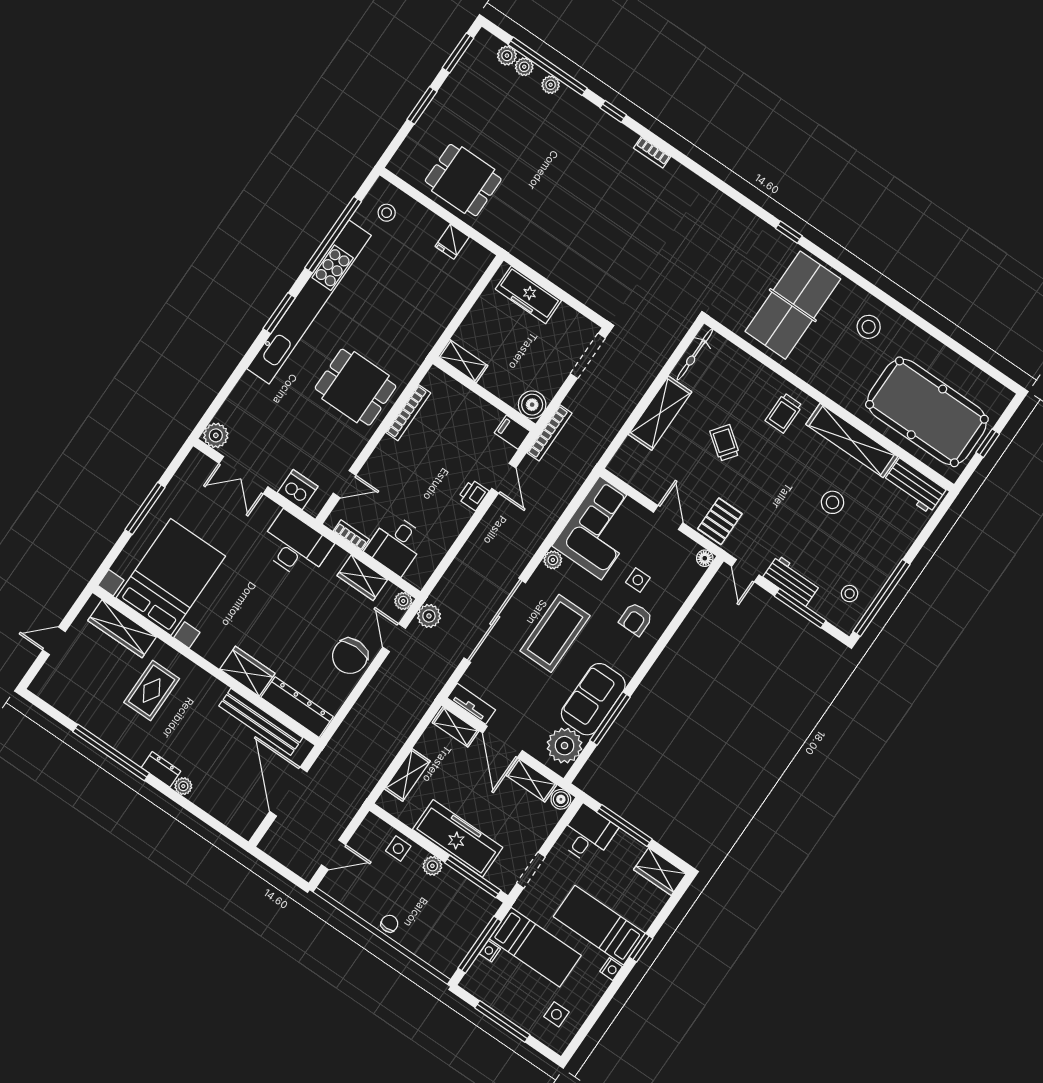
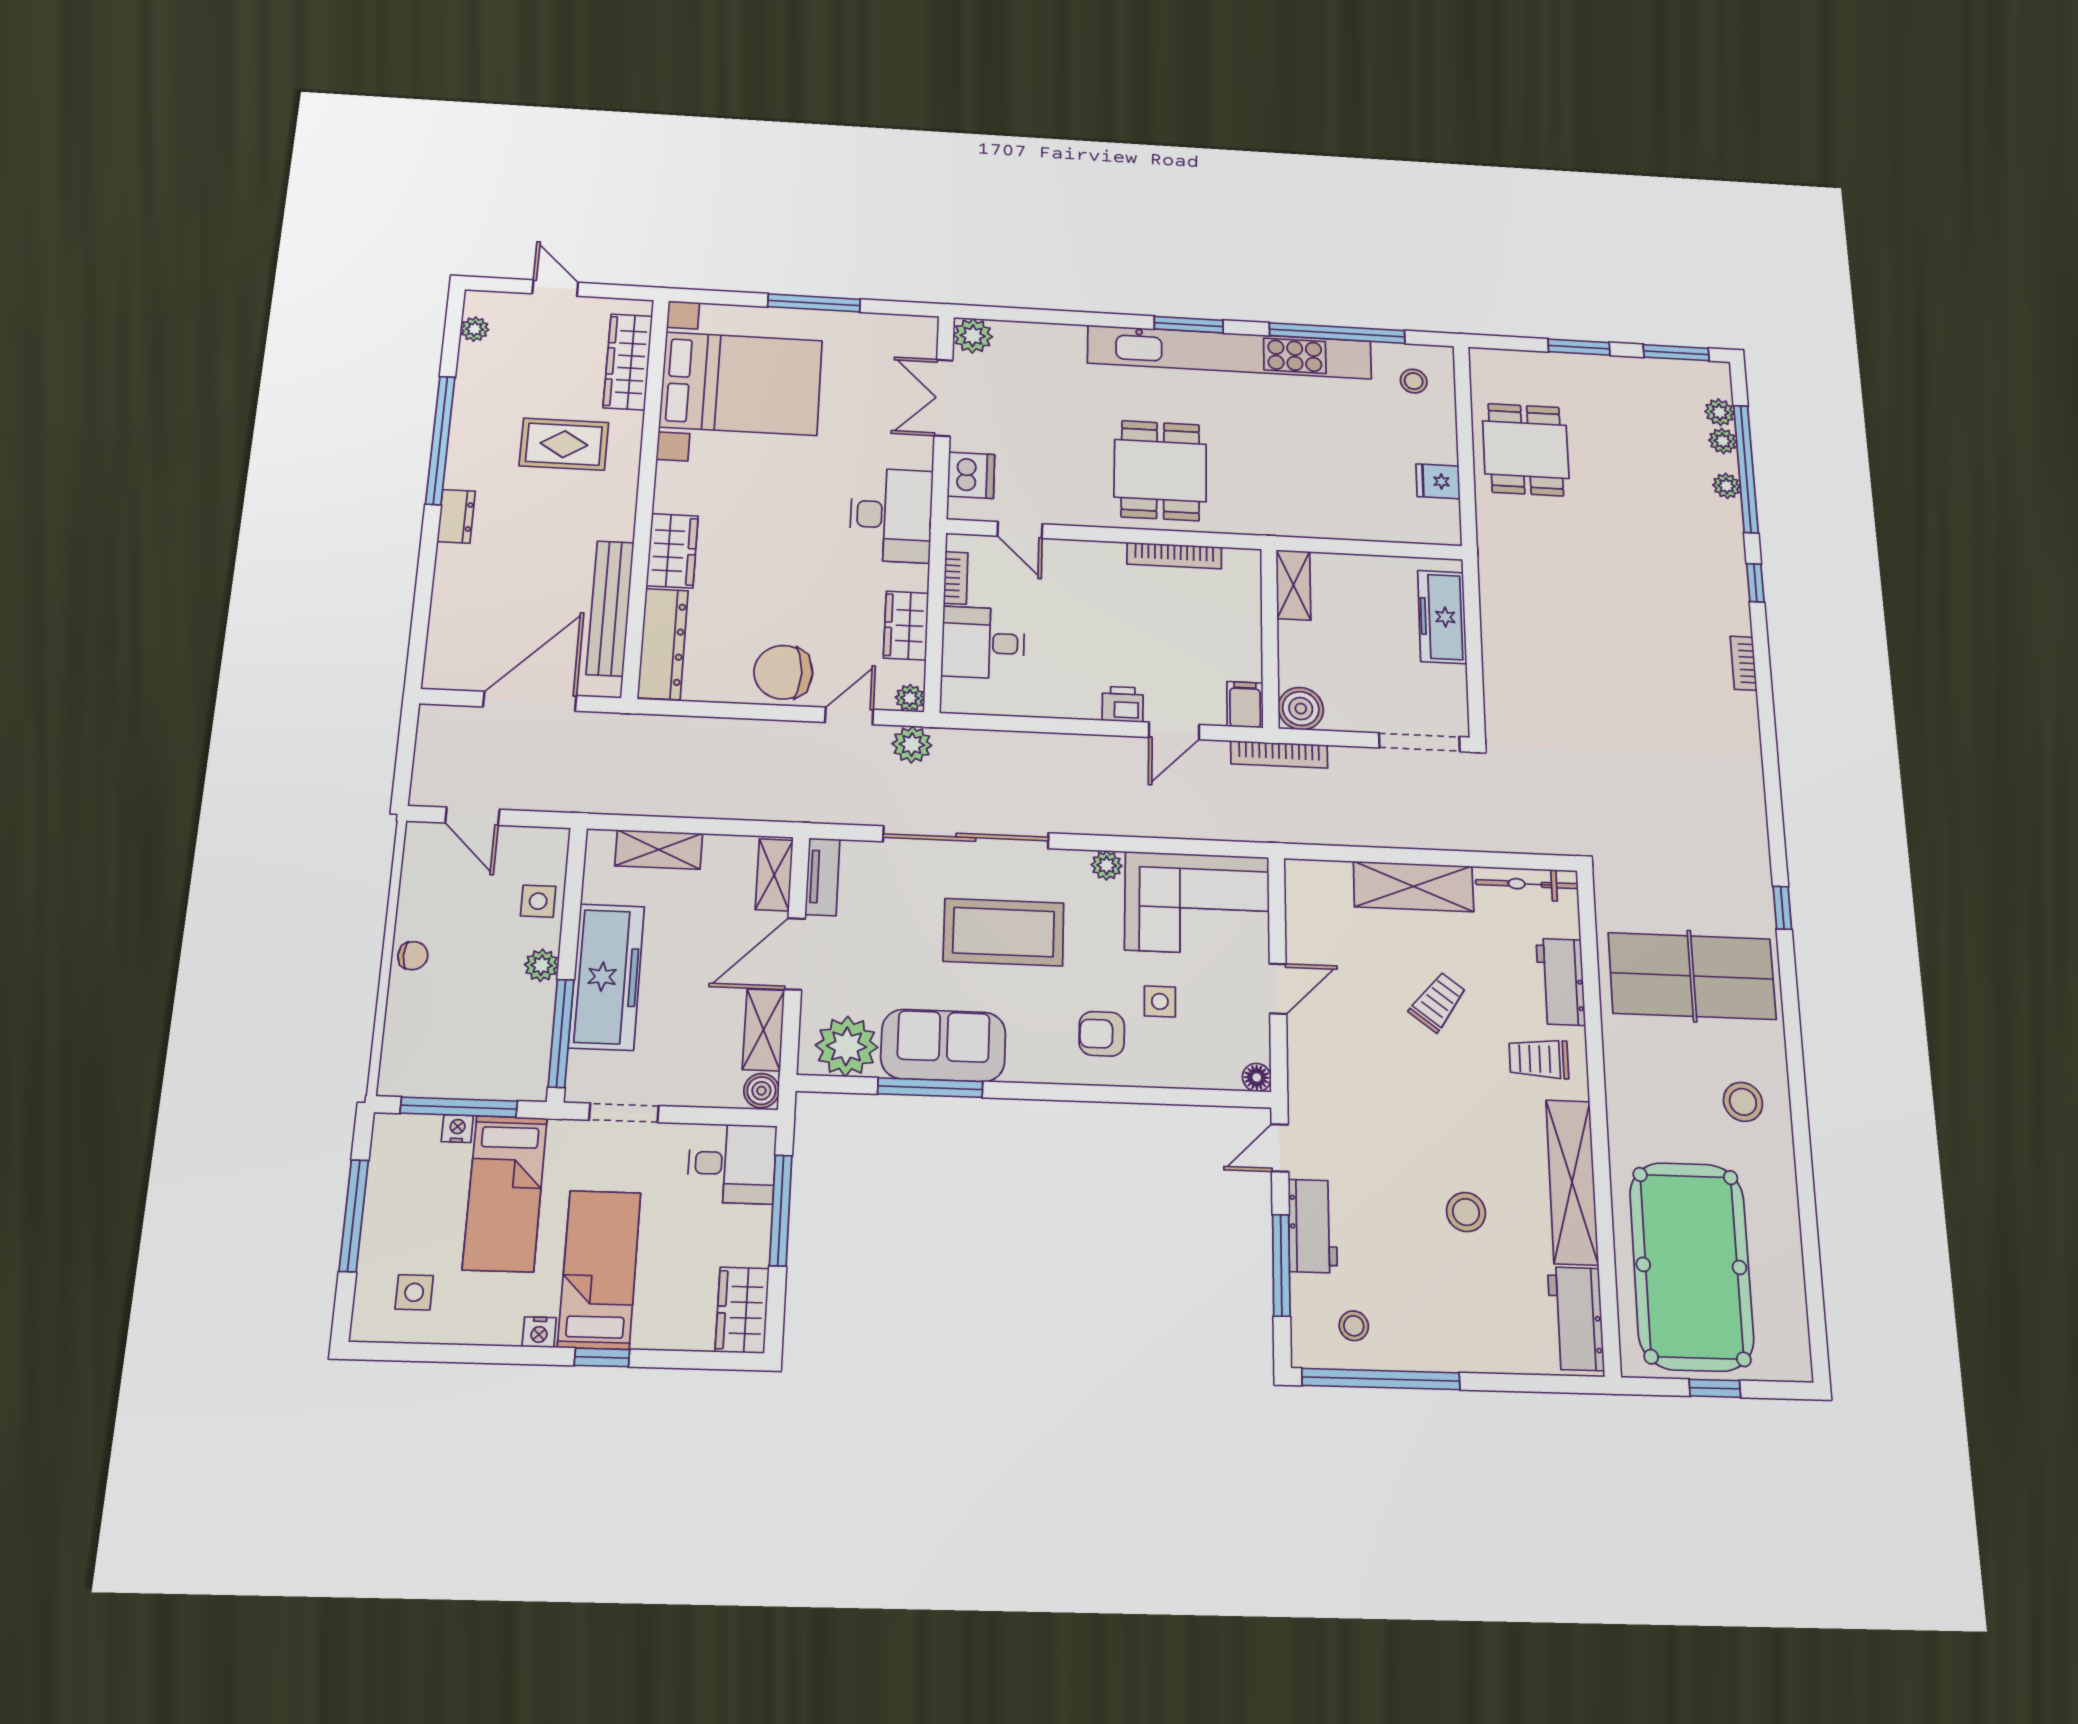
workbench: (754, 374) -> (1561, 982), added
pallet: (720, 521) -> (1324, 1066), removed
plant: (183, 786) -> (475, 329), moved

